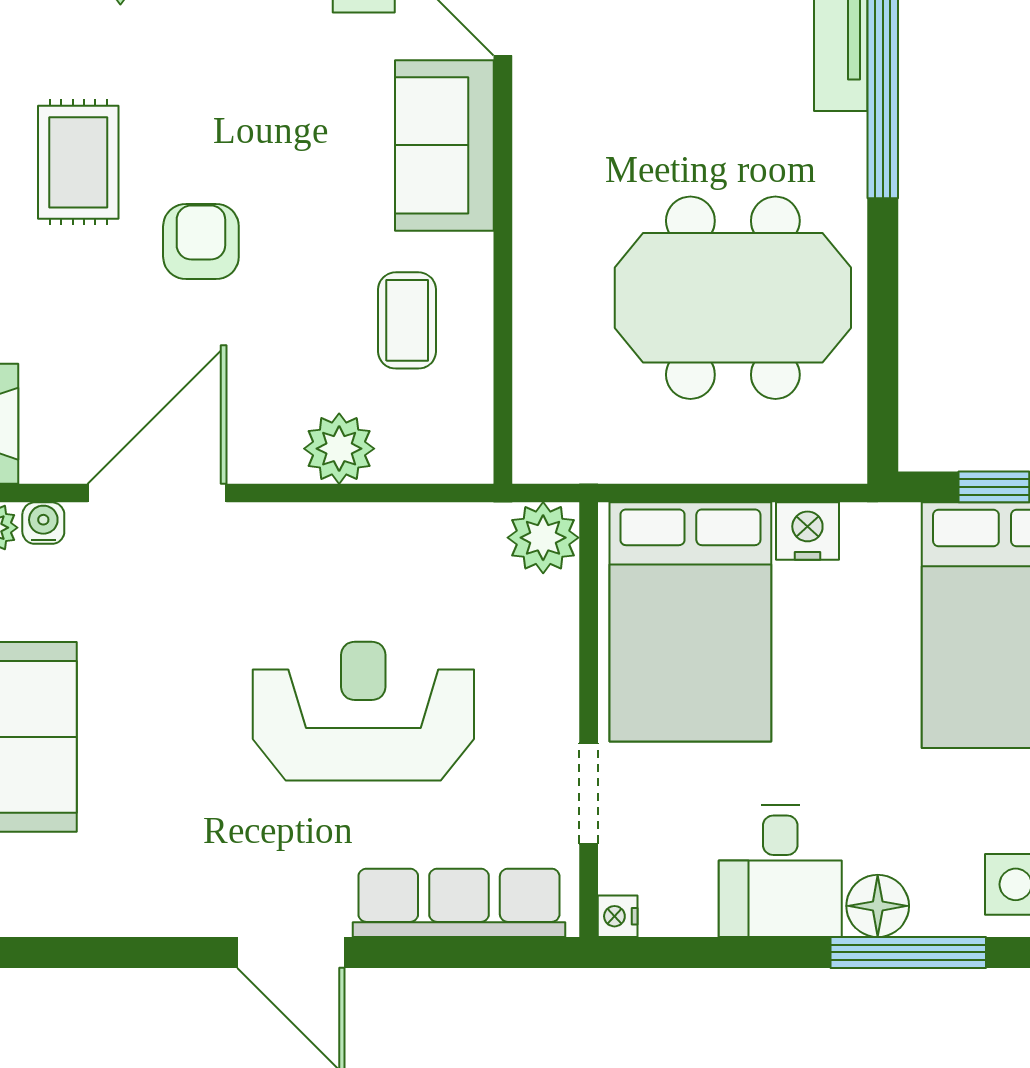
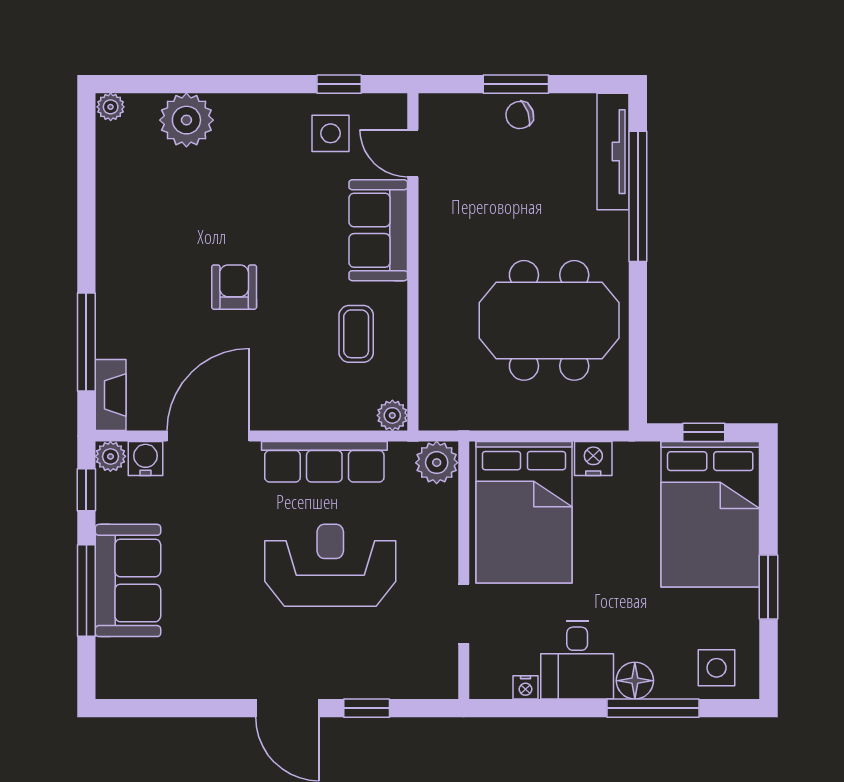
rug: (78, 162) -> (161, 240), removed
plant: (339, 449) -> (392, 415), moved, width x0.73, depth x0.73
water cooler: (43, 523) -> (145, 459), width x1.38, depth x1.38
row of seats: (459, 903) -> (324, 462), moved, turned 180
nightstand: (618, 916) -> (526, 687), moved, turned -90
window: (425, 952) -> (367, 708), added

